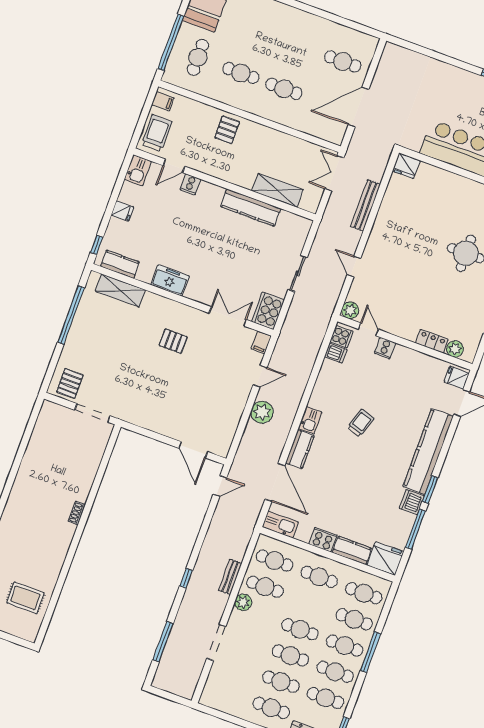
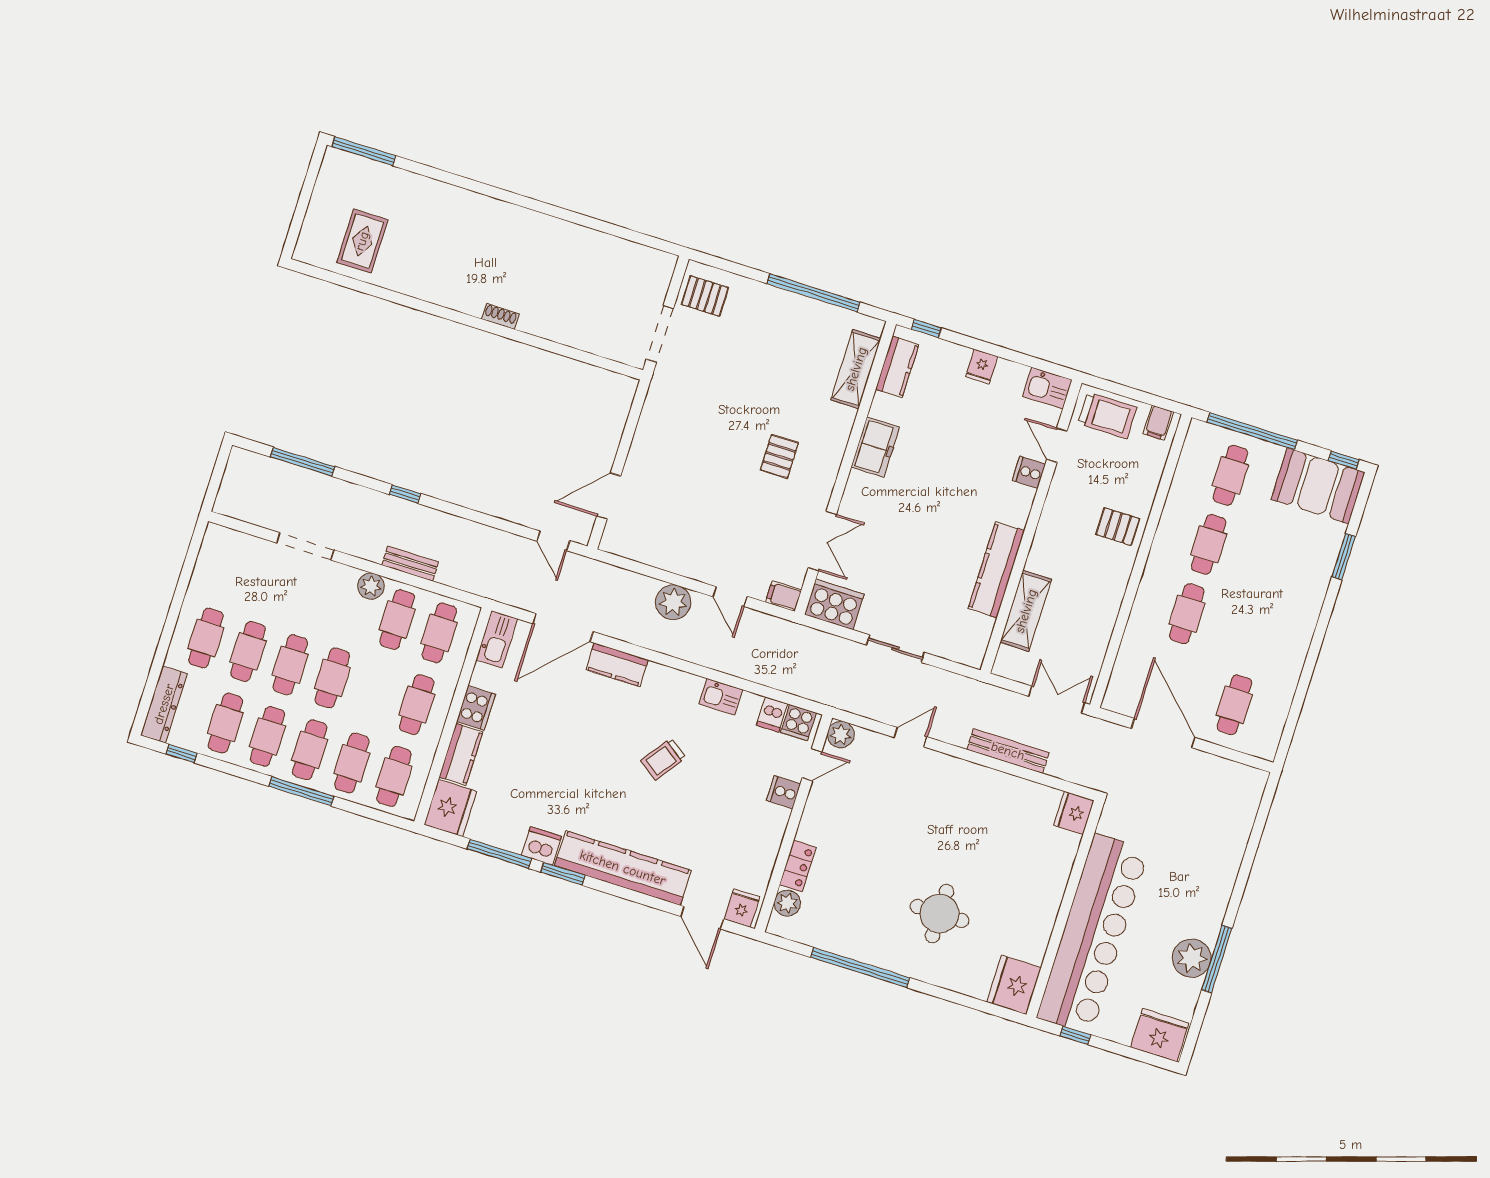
cafe table: (198, 57) -> (1230, 475), turned 90
kitchen sink: (310, 420) -> (721, 697), moved
trolley: (361, 423) -> (663, 759), turned 108

